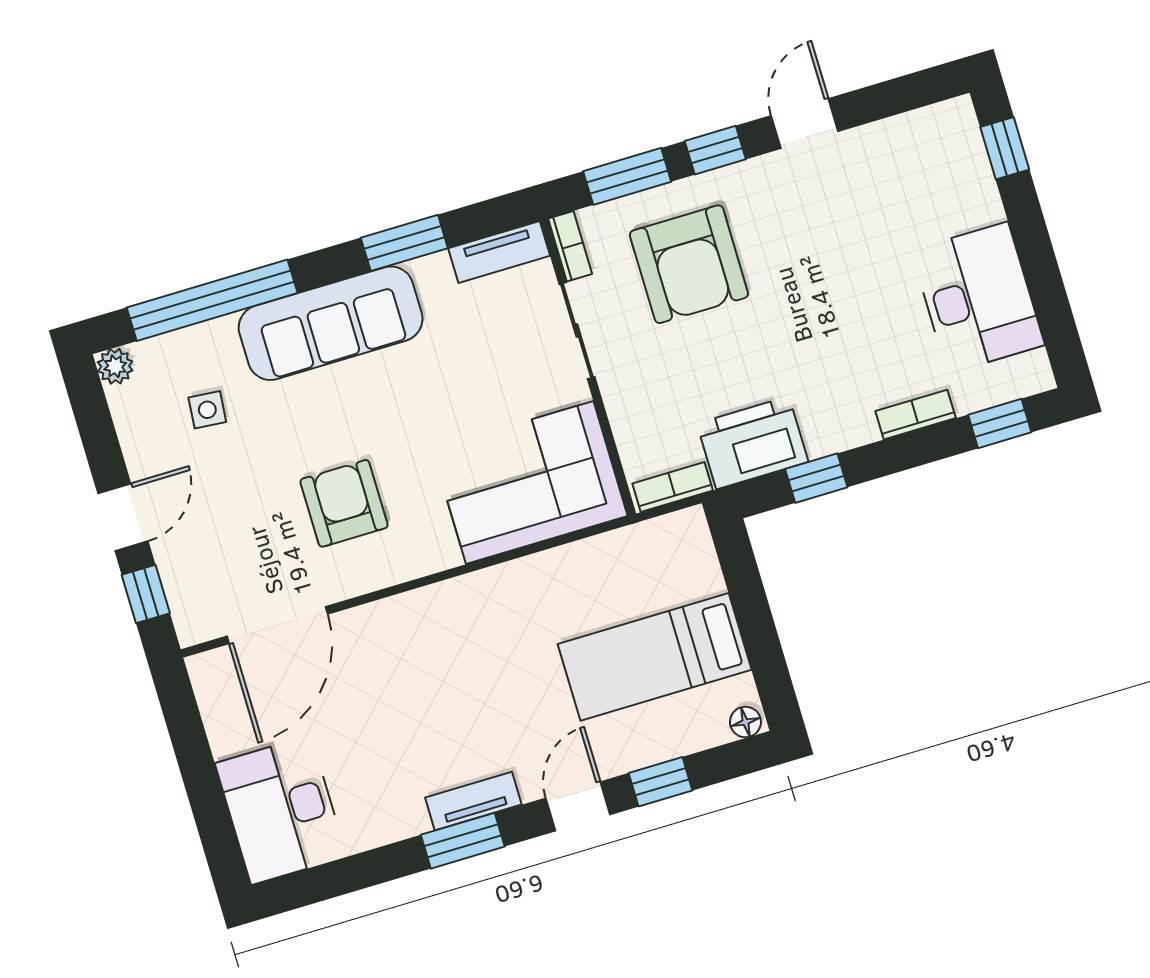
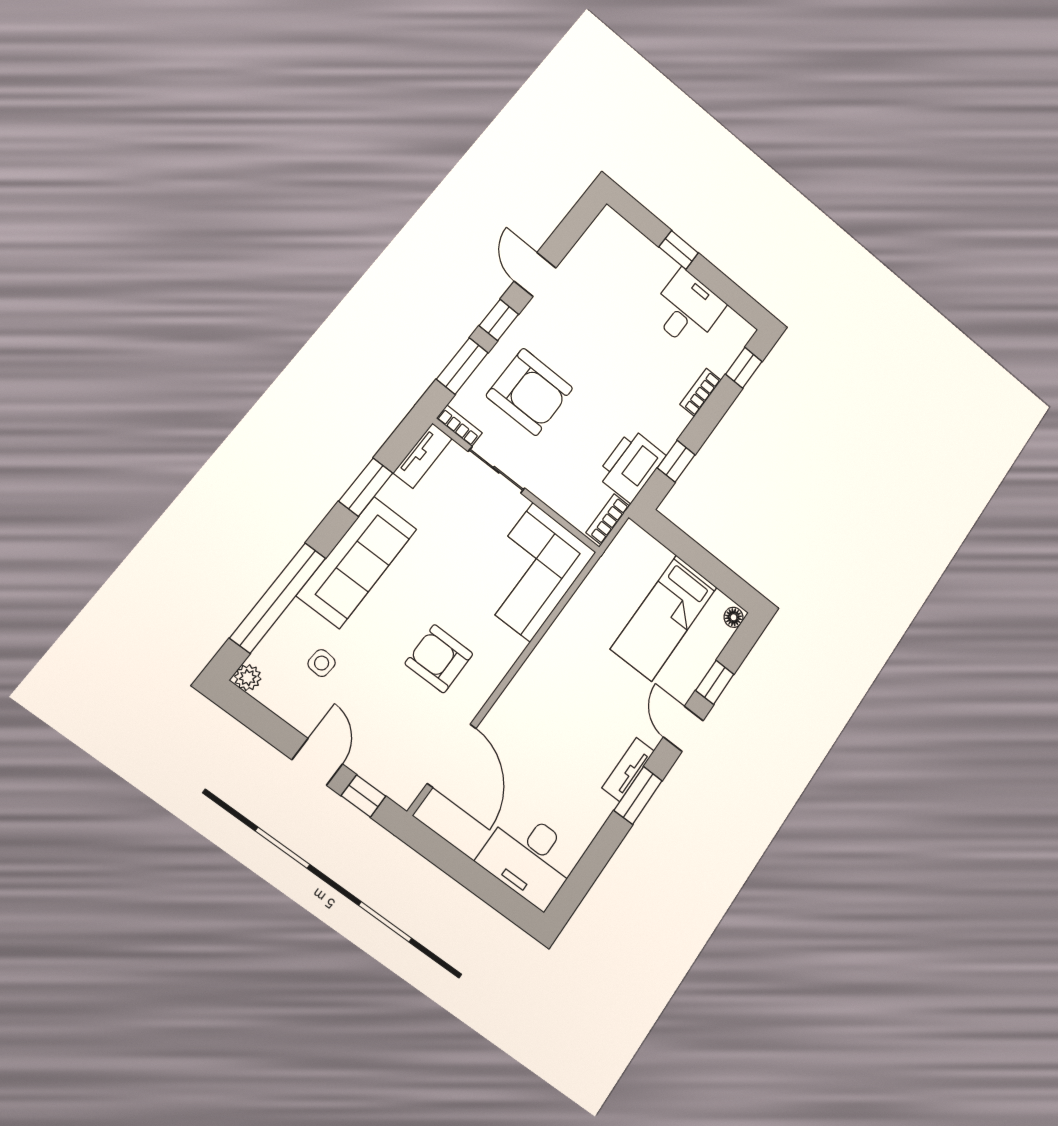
window: (1005, 148) -> (679, 250), moved
desk: (978, 298) -> (687, 309), width x0.73

